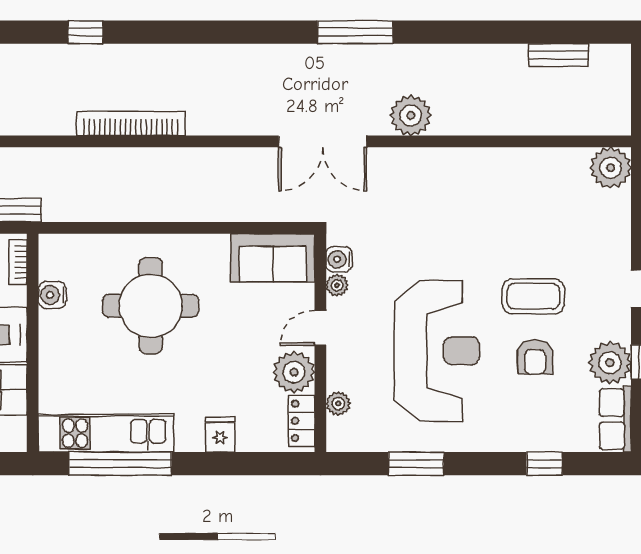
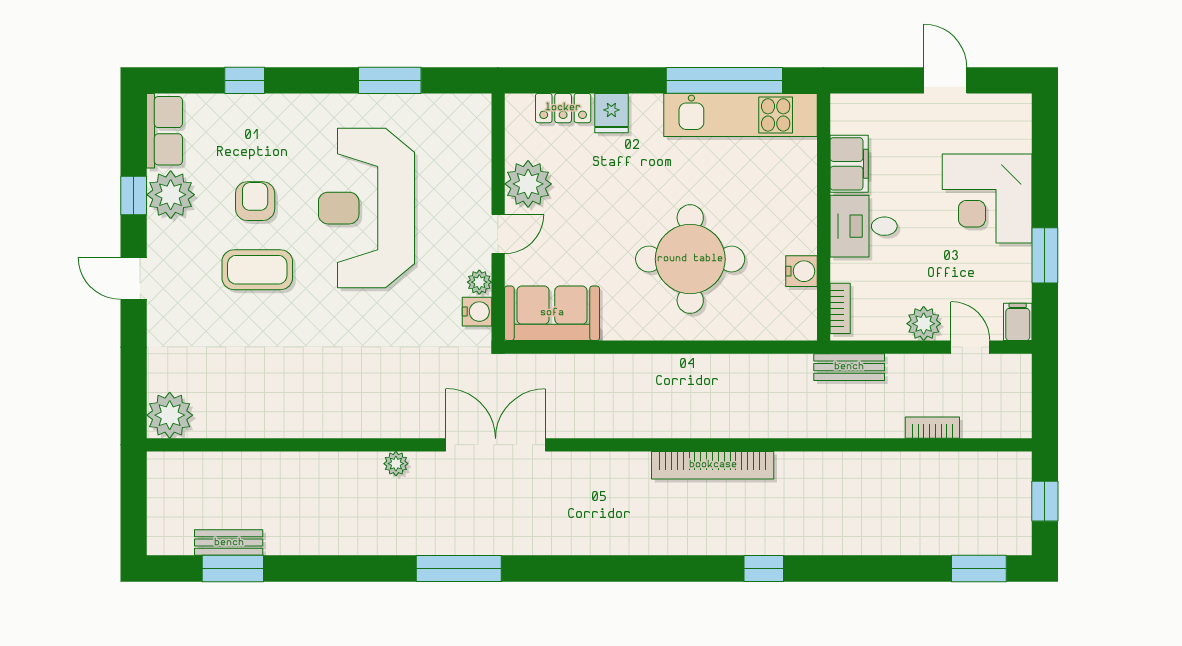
window: (555, 32) -> (233, 569), added
plant: (411, 115) -> (396, 464), width x0.53, depth x0.53
plant: (338, 404) -> (478, 148), removed
locker: (302, 421) -> (563, 108), moved, turned 90

